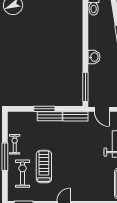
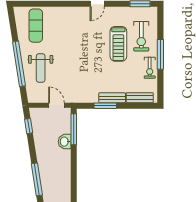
washbasin: (94, 57) -> (65, 142), moved
window: (44, 109) -> (105, 106), moved
bench: (75, 116) -> (140, 98), moved

